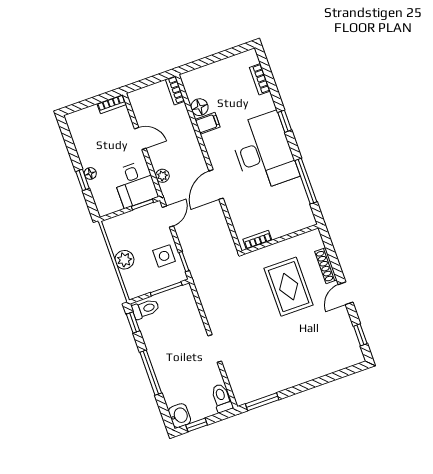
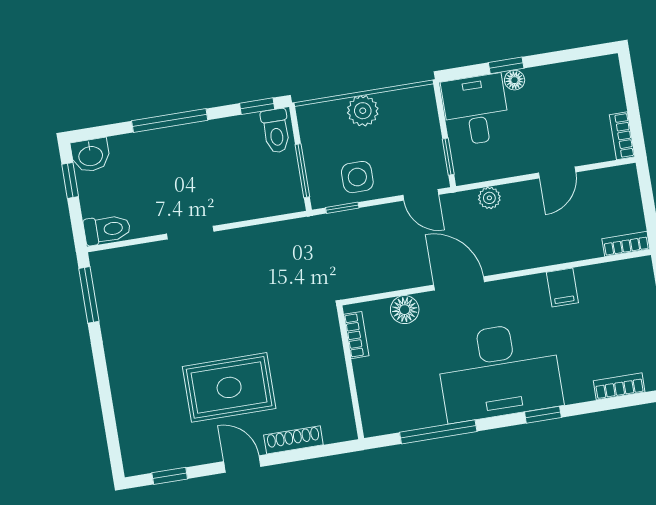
floor lamp: (199, 107) -> (405, 310), moved
desk: (135, 184) -> (476, 110), moved, turned 90
rug: (289, 287) -> (229, 387), moved

